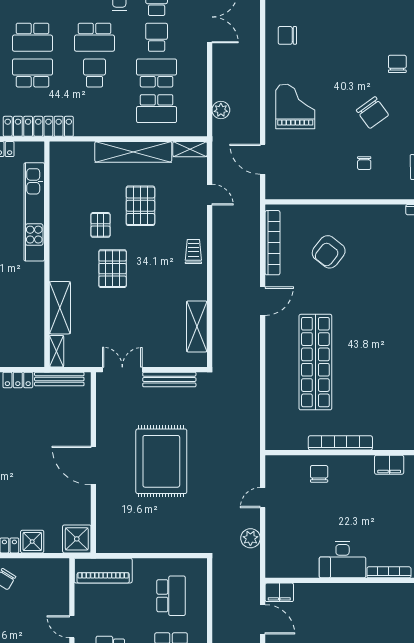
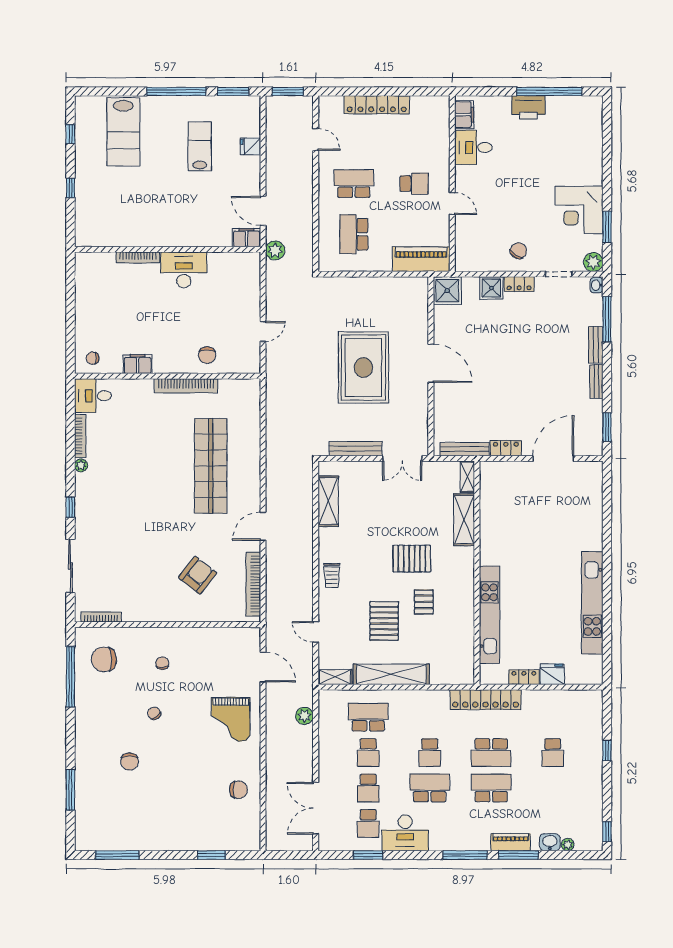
school desk: (157, 73) -> (368, 753), width x0.54
chair: (372, 113) -> (154, 713), width x0.54, depth x0.54
pallet: (113, 269) -> (412, 559), turned 90
plant: (250, 538) -> (275, 250), moved

